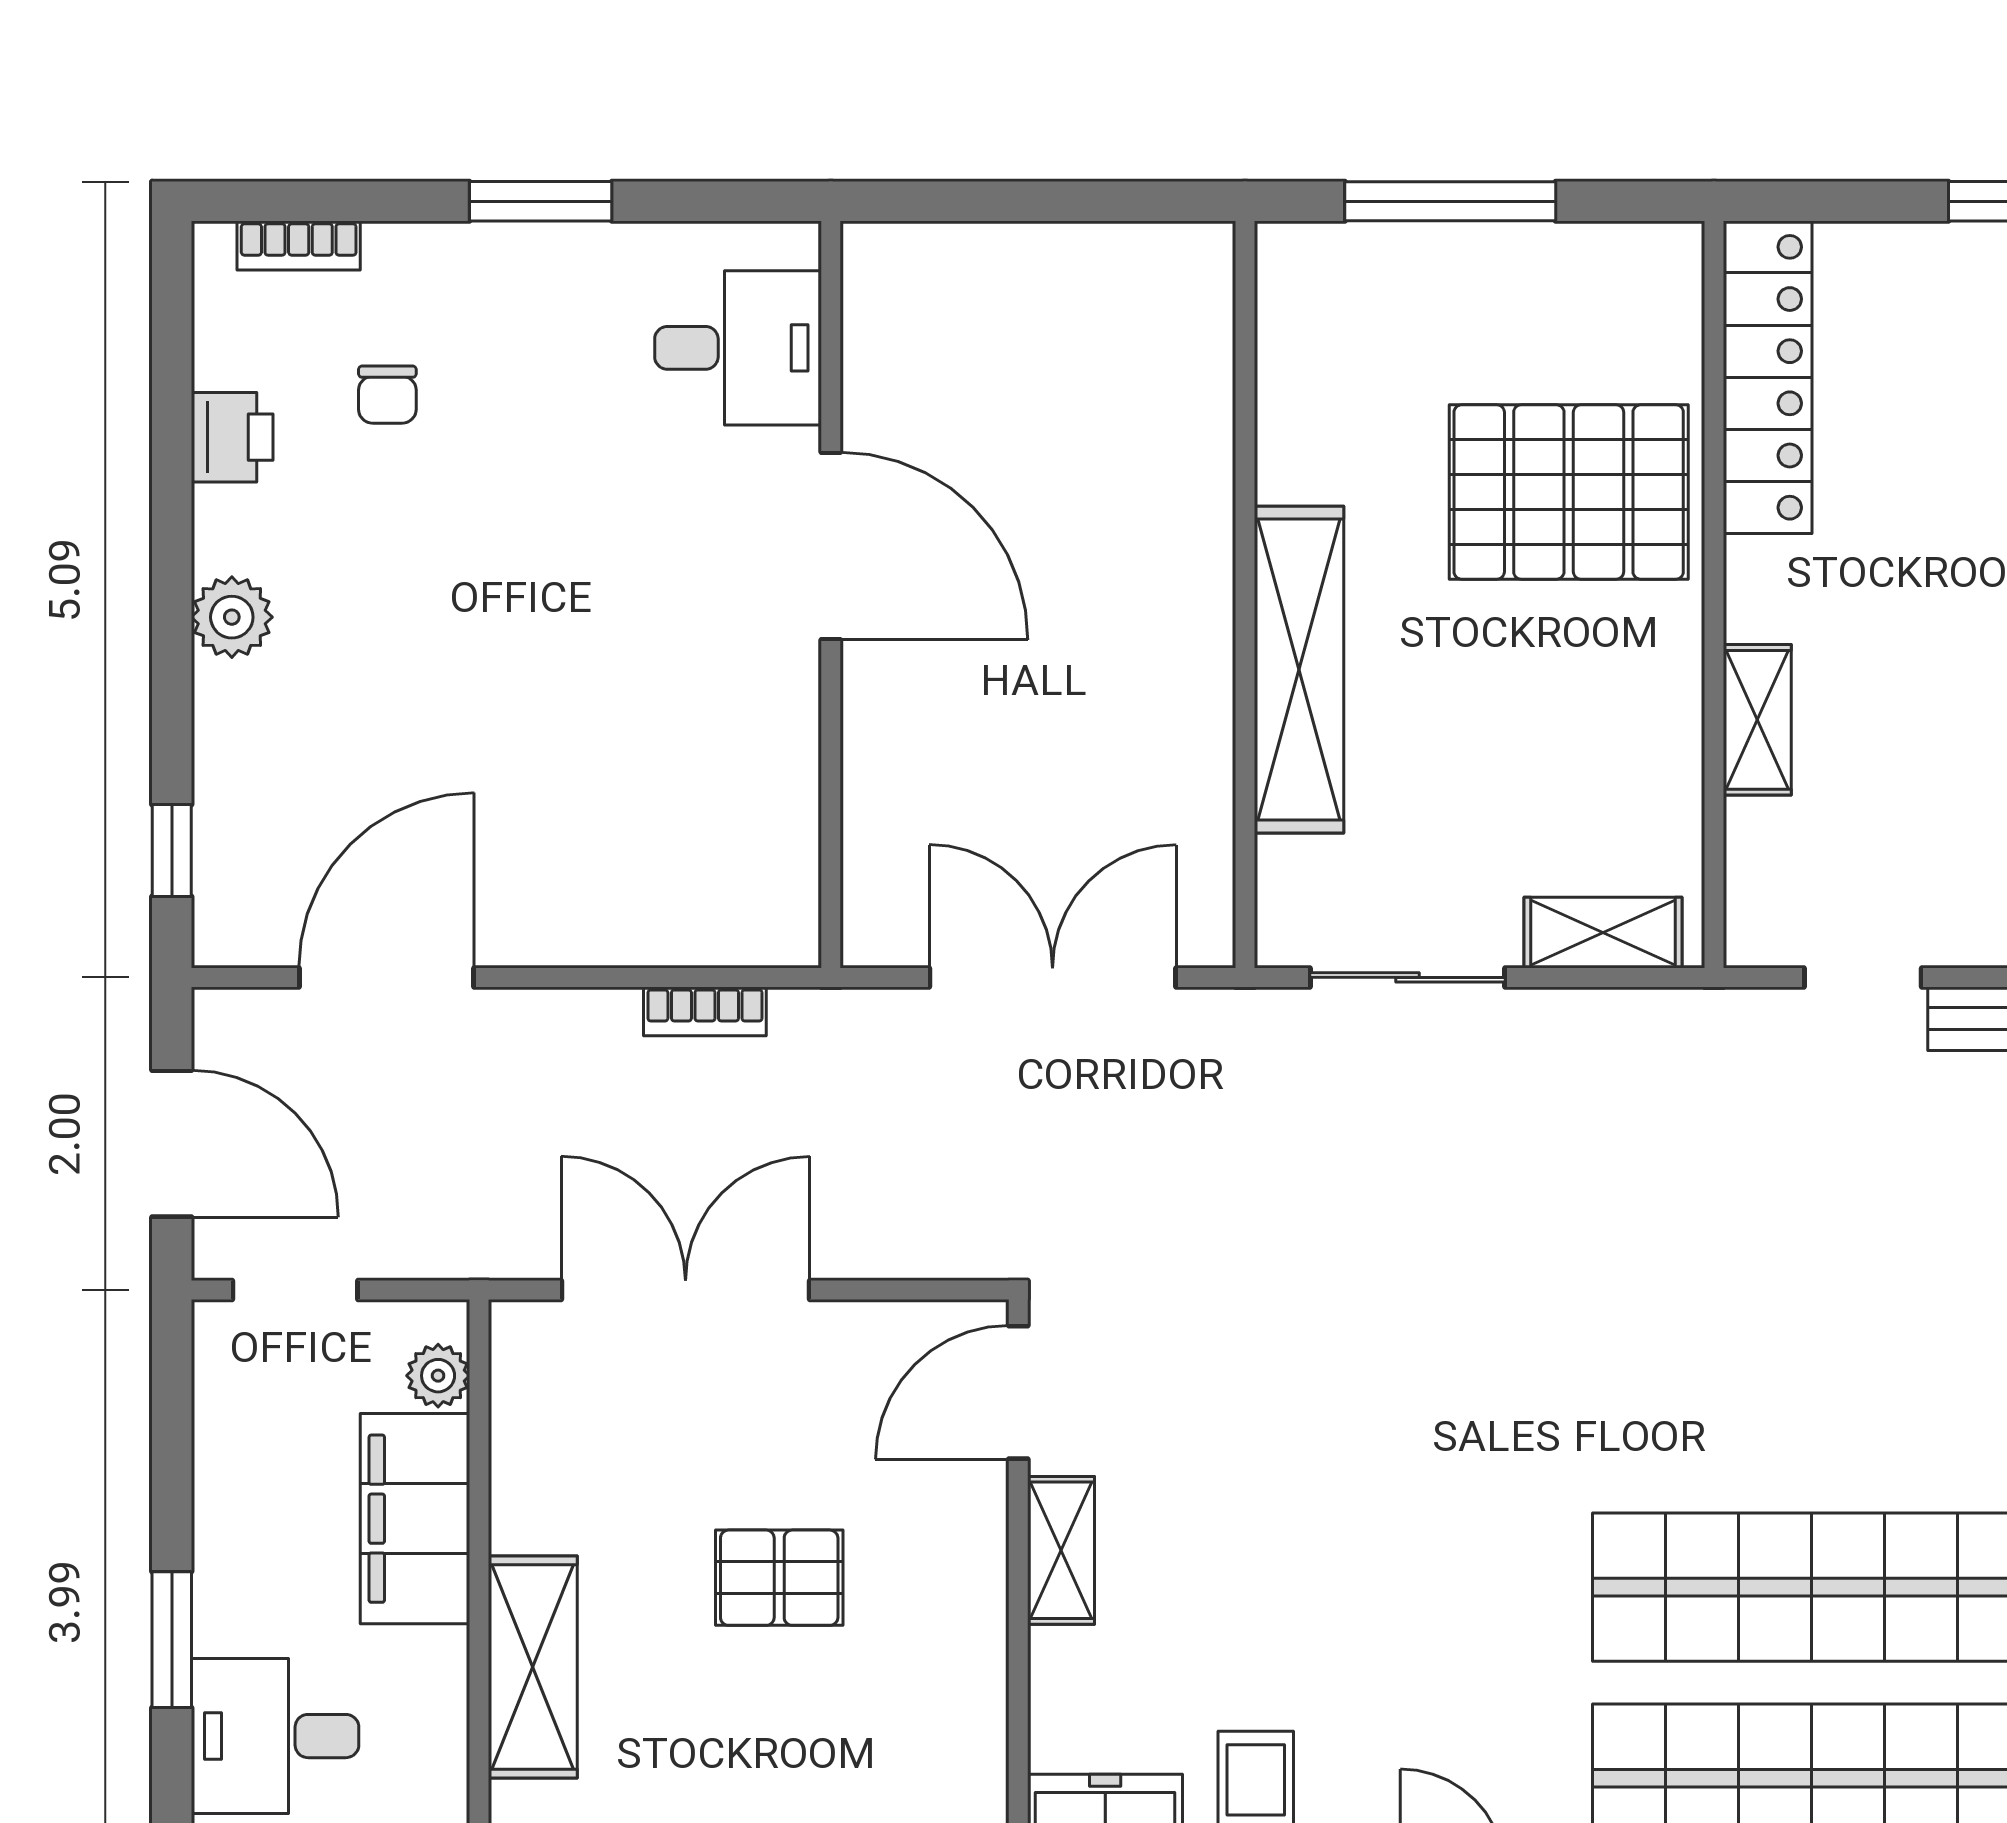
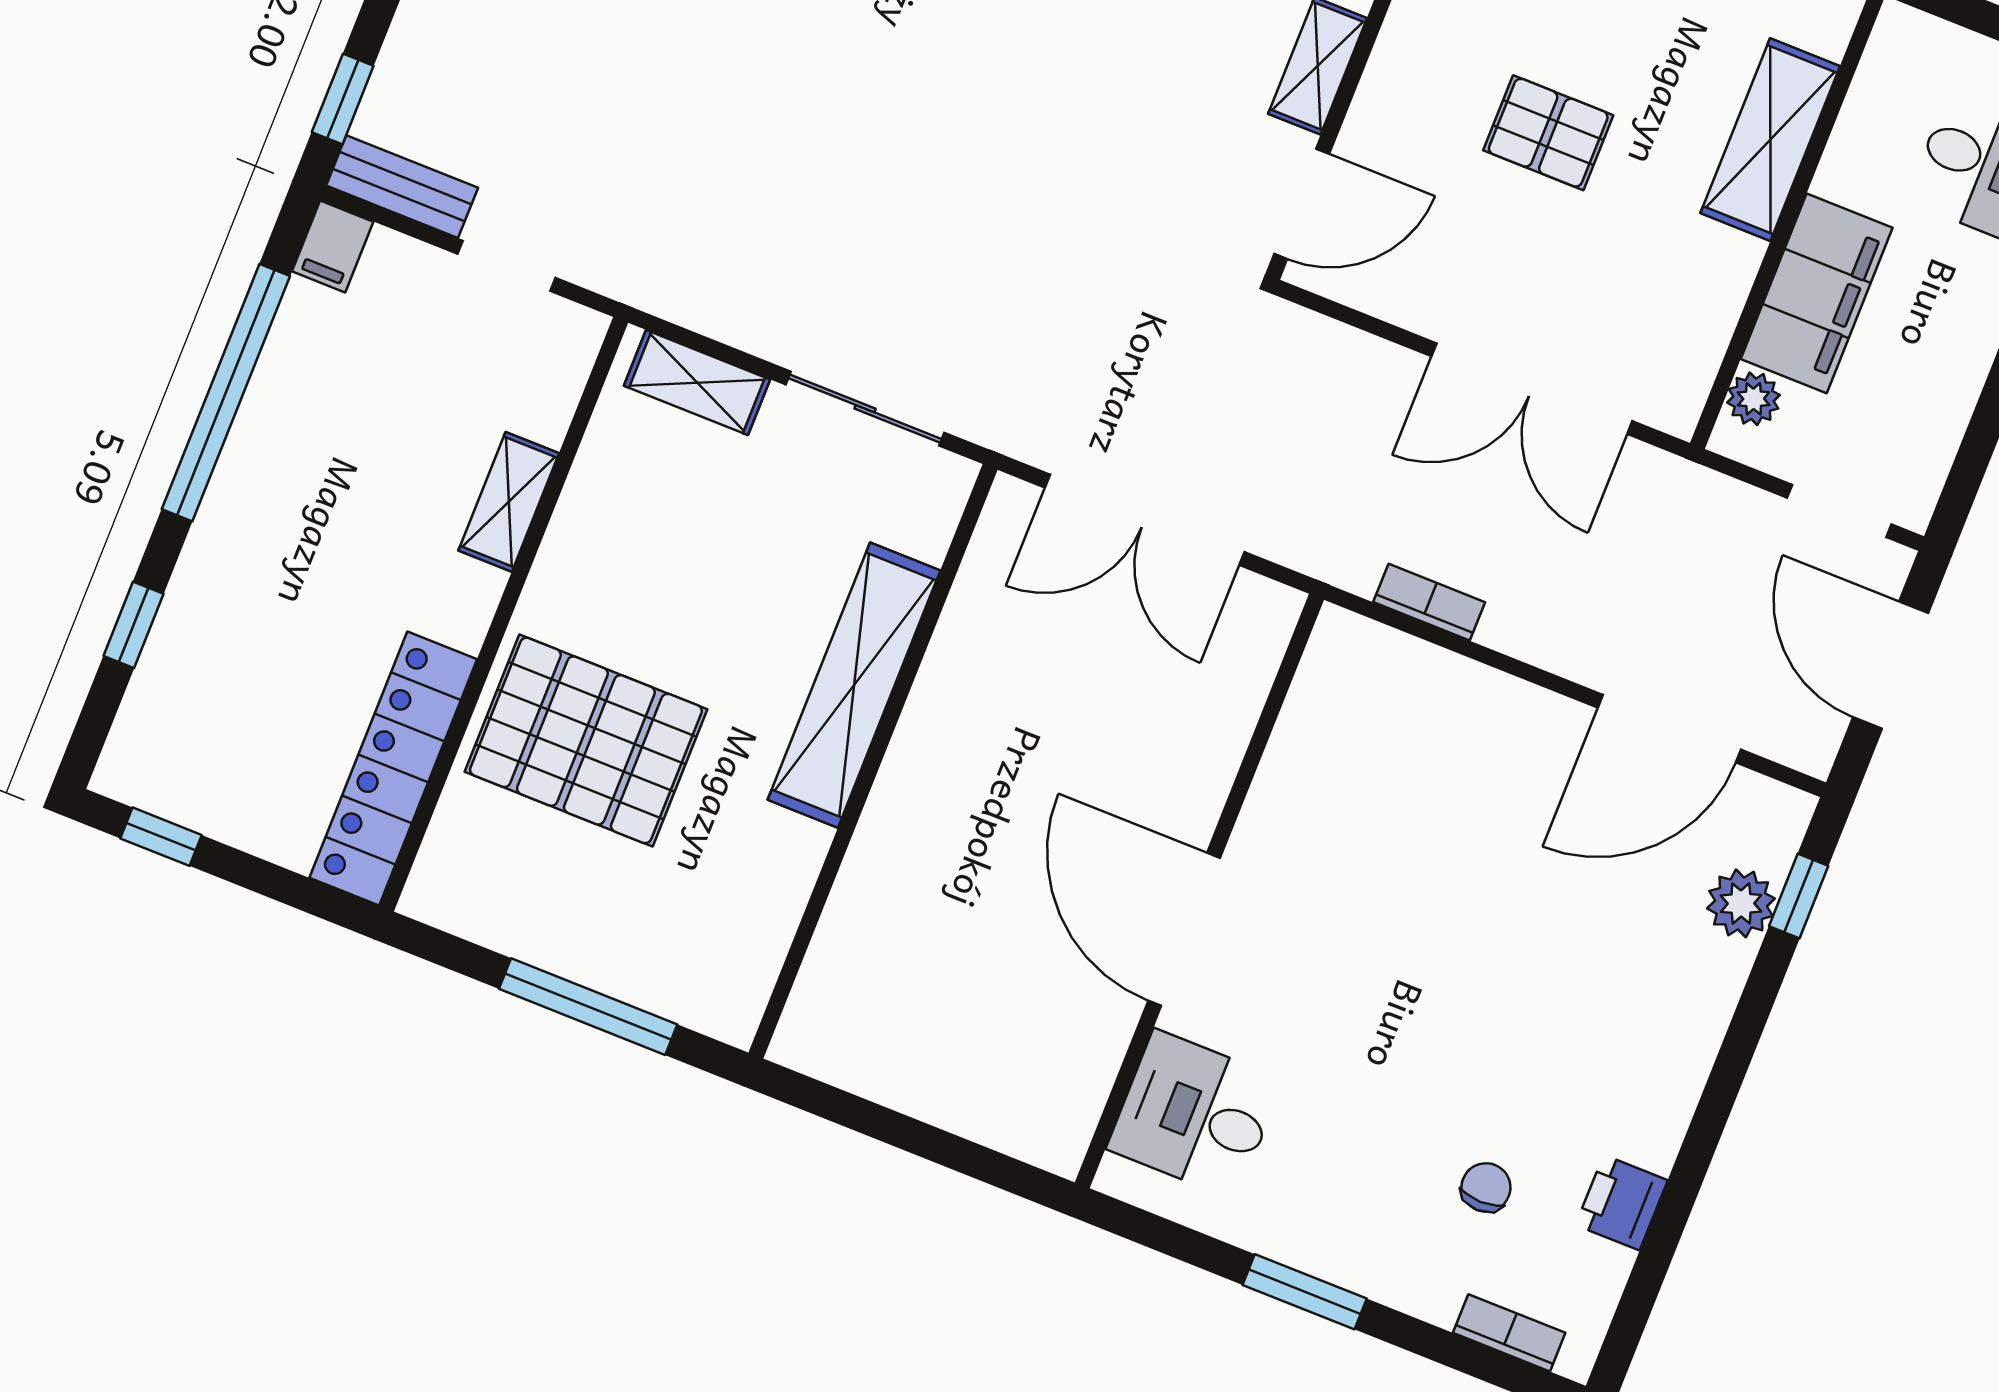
plant: (232, 617) -> (1741, 903), moved

